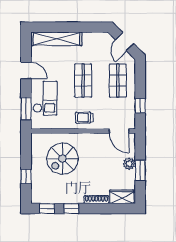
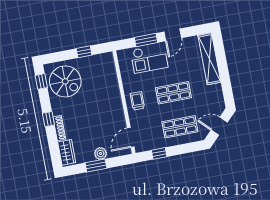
window: (26, 109) -> (146, 40), moved
spiral stairs: (62, 159) -> (65, 81), moved, turned 180
window: (26, 176) -> (84, 52), moved
window: (71, 209) -> (48, 119), moved

